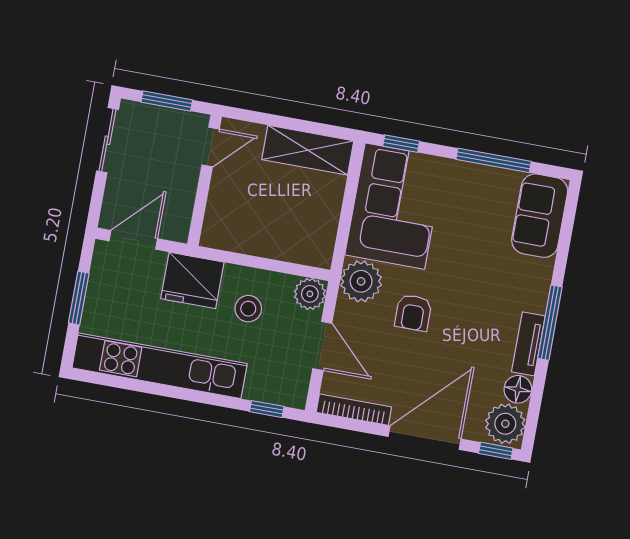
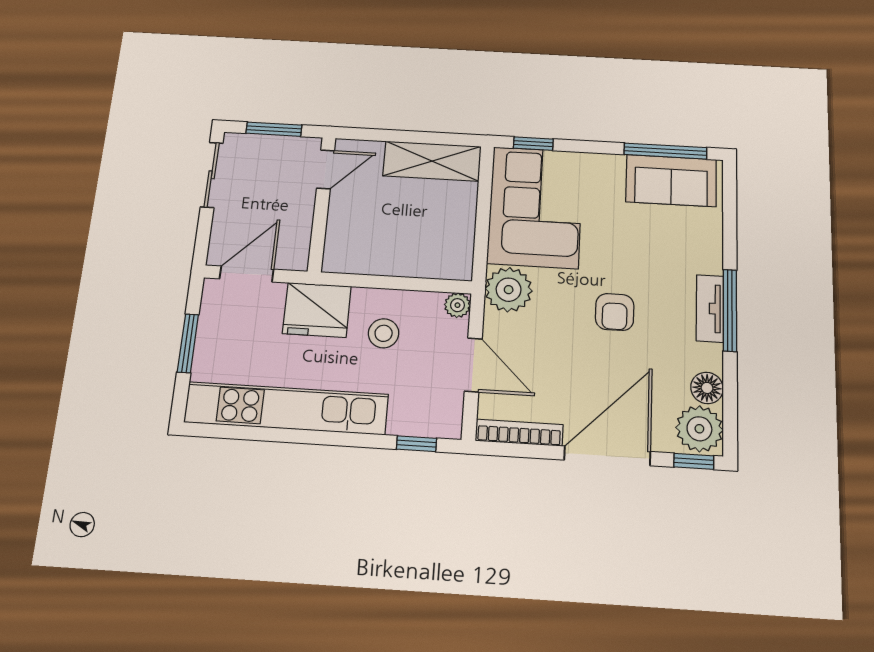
window: (494, 160) -> (665, 151), moved
sofa: (540, 216) -> (671, 181), moved, turned -90
plant: (310, 294) -> (457, 305), width x0.73, depth x0.73
armchair: (413, 313) -> (615, 312), moved
tv unit: (528, 344) -> (710, 308), moved

